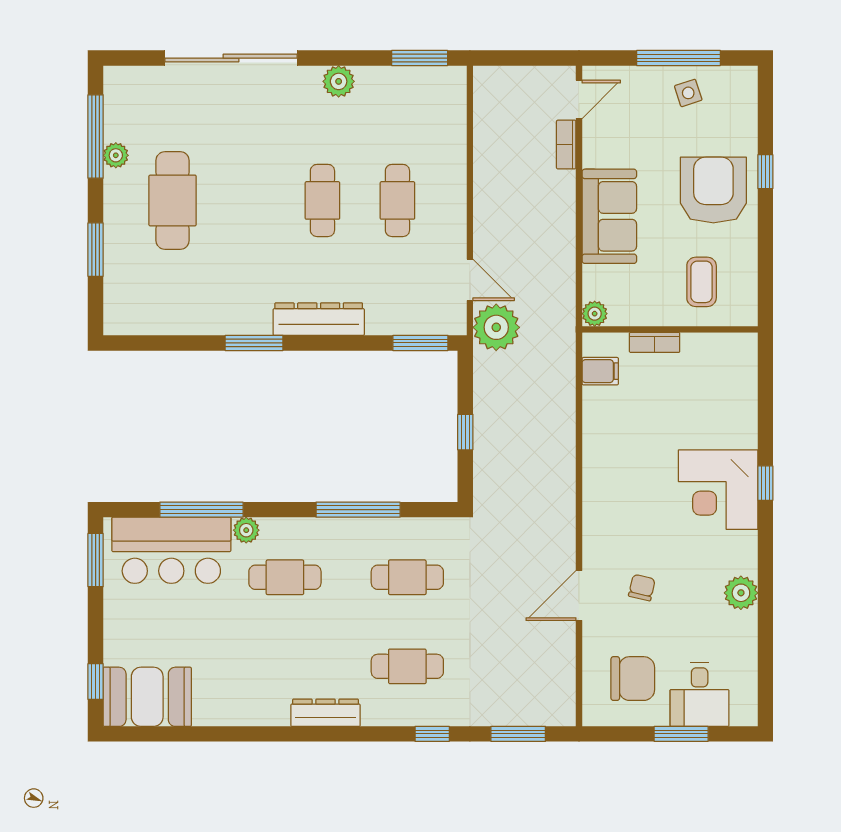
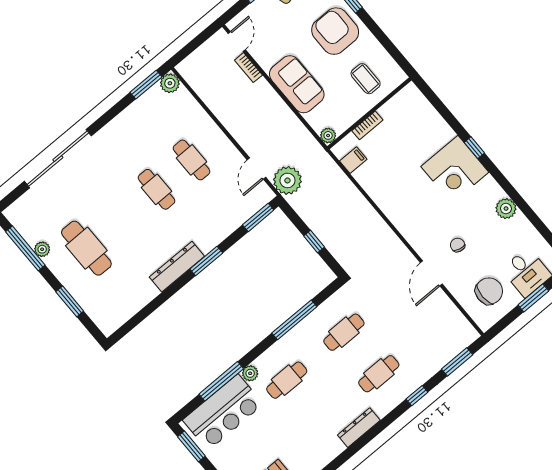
plant: (339, 81) -> (170, 83), moved
door: (470, 280) -> (256, 169), swing flipped
dresser: (319, 319) -> (177, 267), moved
window: (254, 343) -> (206, 261), moved

